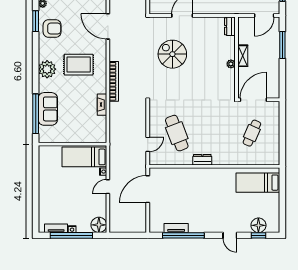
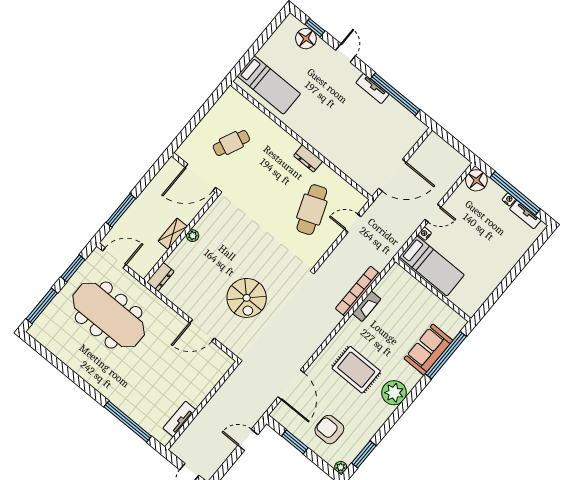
armchair: (52, 28) -> (329, 430), moved
bookcase: (114, 81) -> (358, 291), moved
tv unit: (176, 228) -> (372, 89), moved

